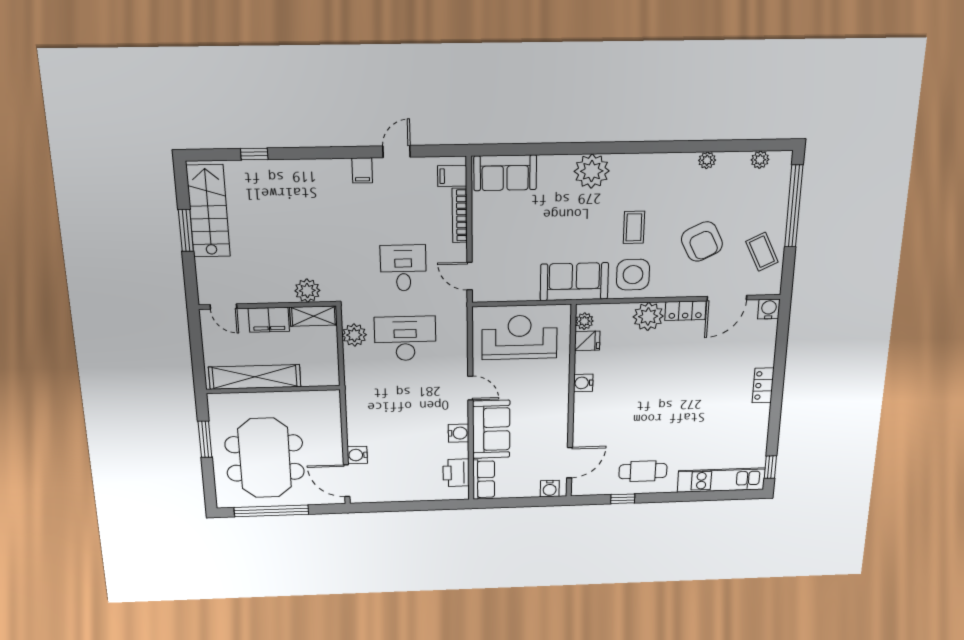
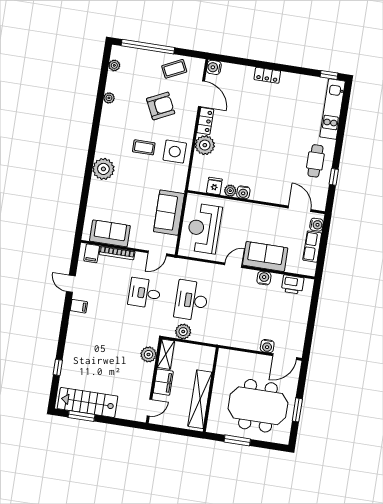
sofa: (505, 173) -> (110, 233), moved, turned -90
window: (186, 230) -> (81, 416), moved
sofa: (574, 282) -> (169, 213), moved
plant: (584, 321) -> (230, 191), moved
row of seats: (484, 479) -> (312, 247), moved, turned -90
window: (271, 511) -> (297, 410), width x0.47

